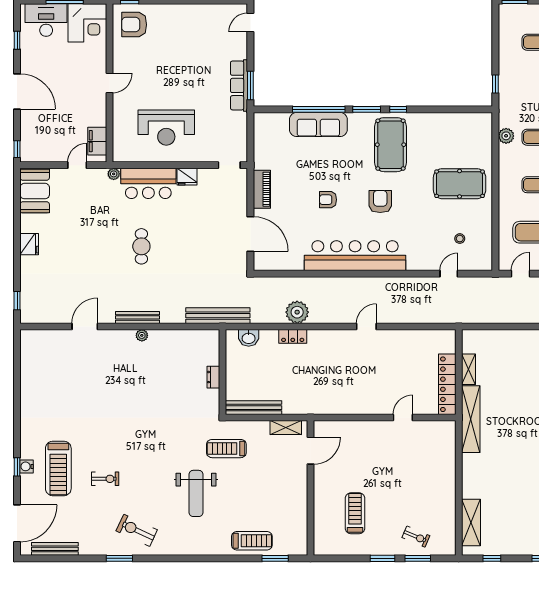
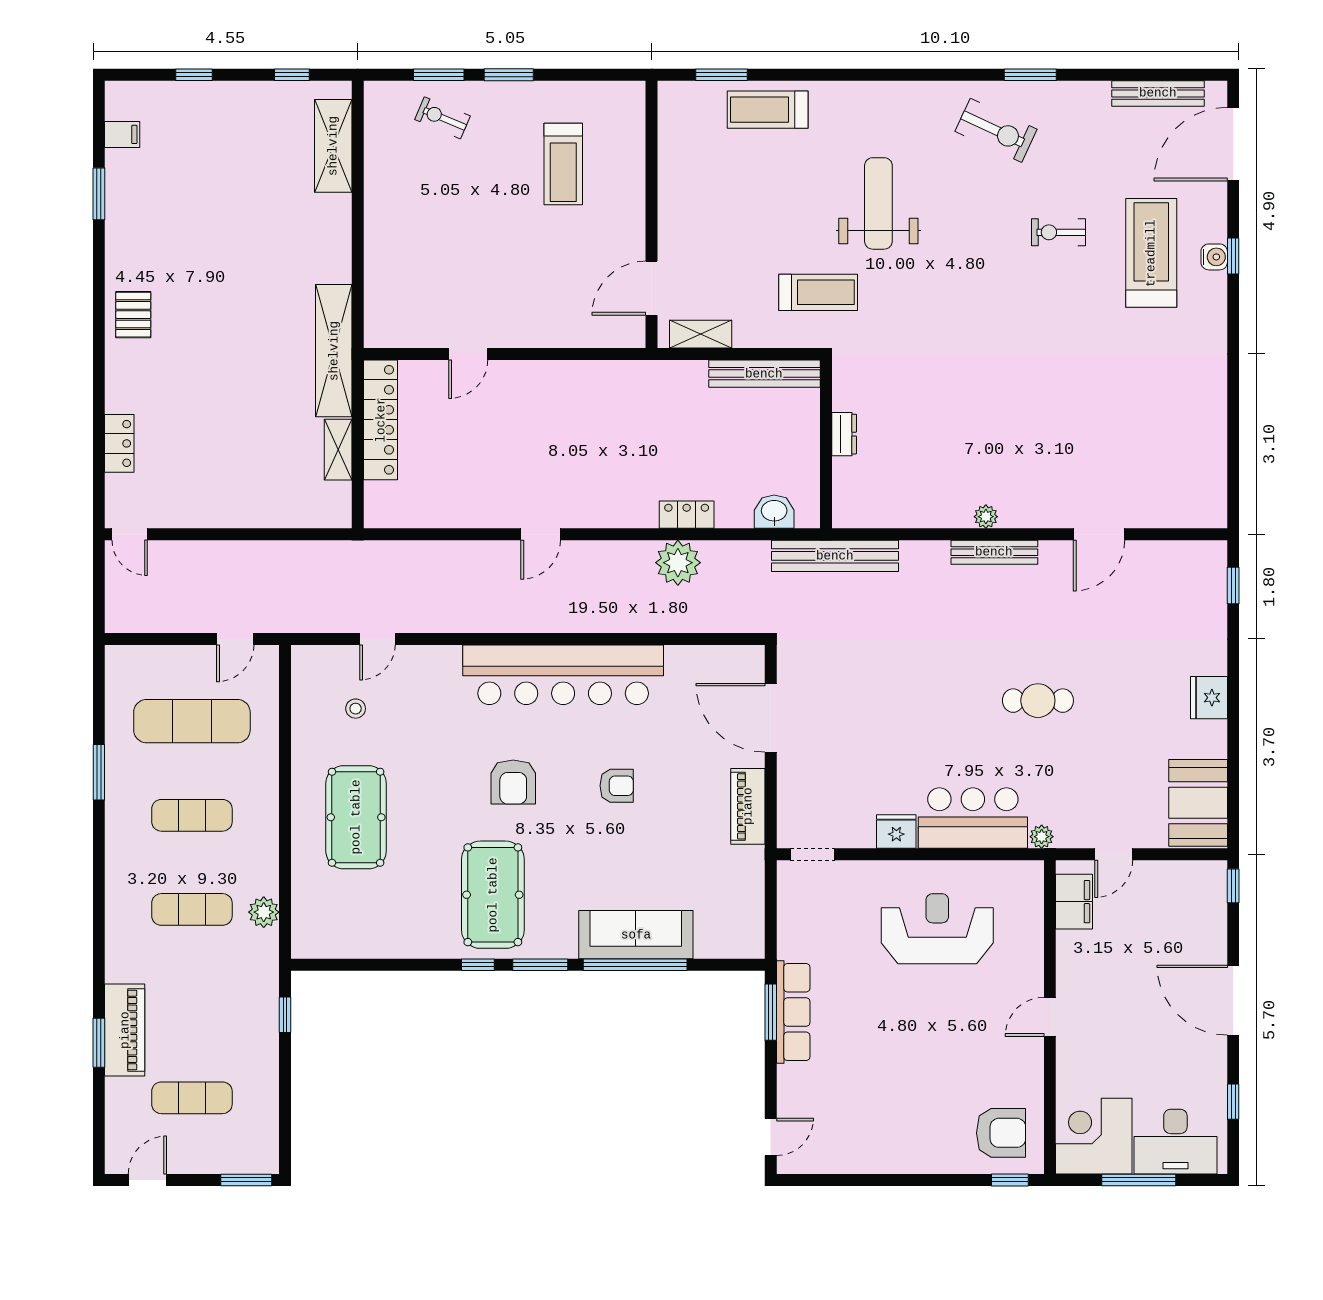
pool table: (460, 184) -> (356, 817), turned 90
cafe table: (141, 246) -> (1038, 701), moved, turned 90

